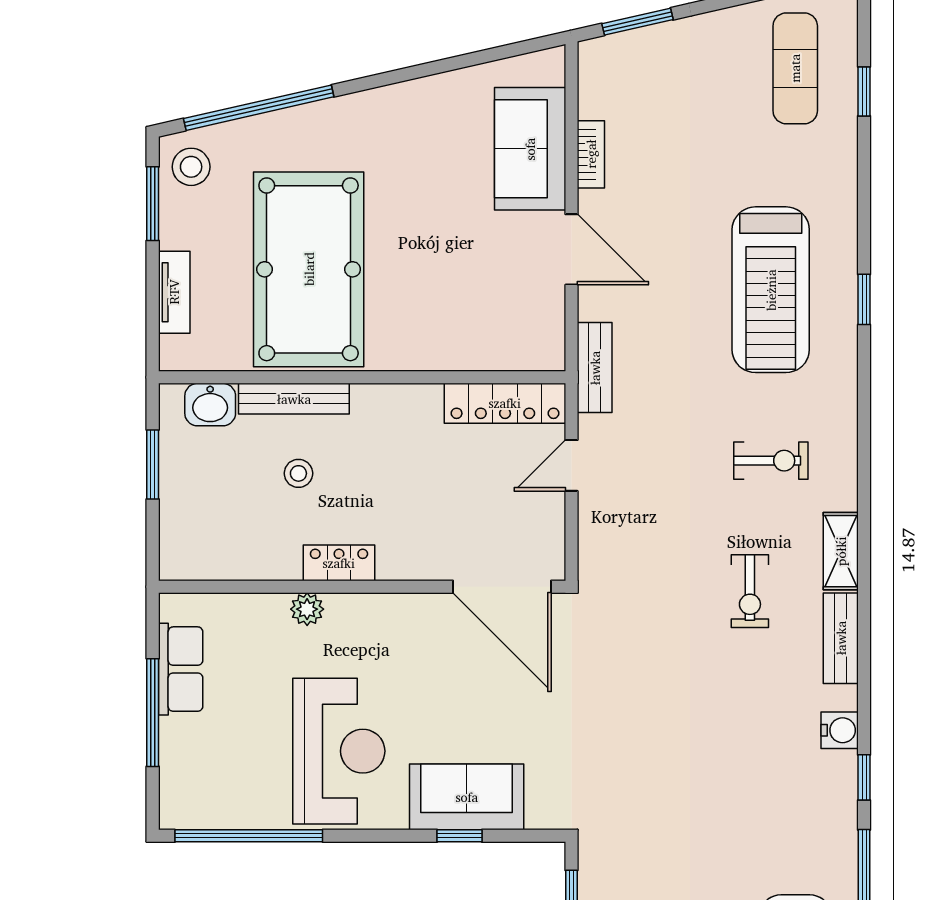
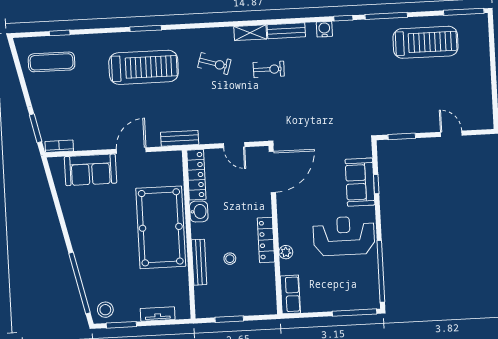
bookcase: (591, 154) -> (59, 146), moved
pool table: (309, 269) -> (161, 227), moved, turned 90
window: (864, 299) -> (146, 28), width x1.50
washbasin: (210, 405) -> (199, 211), moved
exercise bike: (771, 461) -> (214, 64), turned 107
door: (572, 465) -> (234, 145), moved
locker: (339, 563) -> (266, 240), width x1.53
row of seats: (181, 669) -> (290, 294), moved, turned 90
window: (153, 713) -> (354, 313), moved

